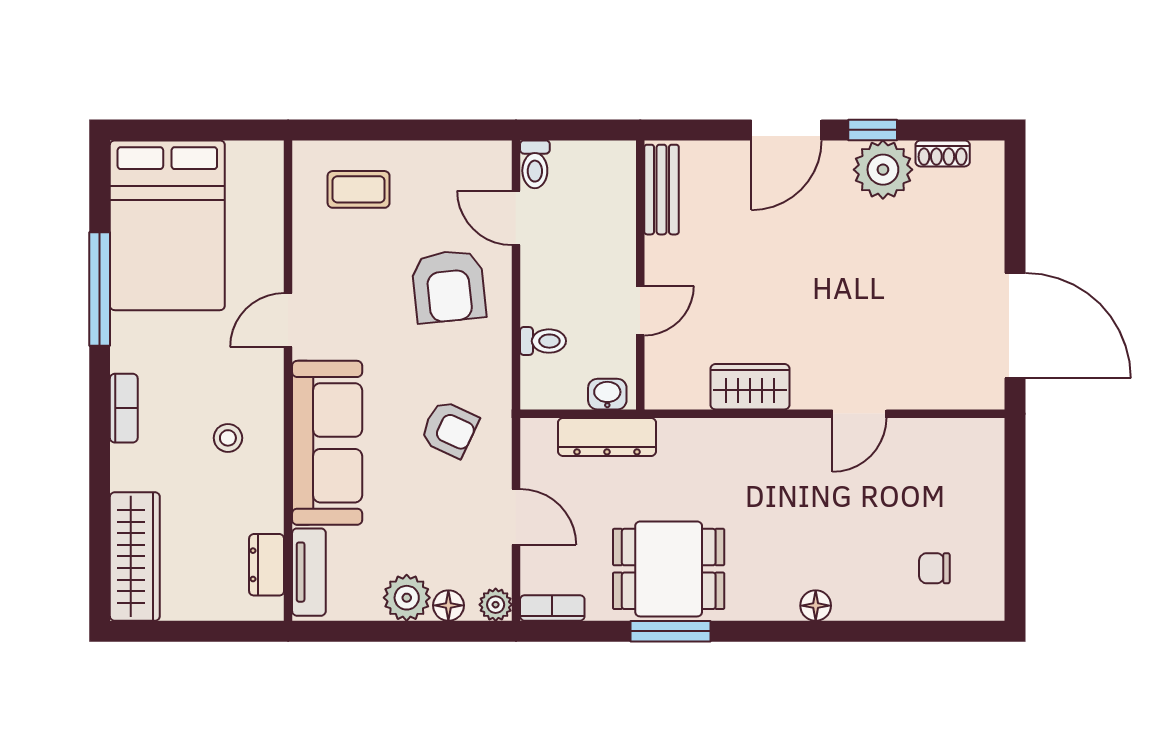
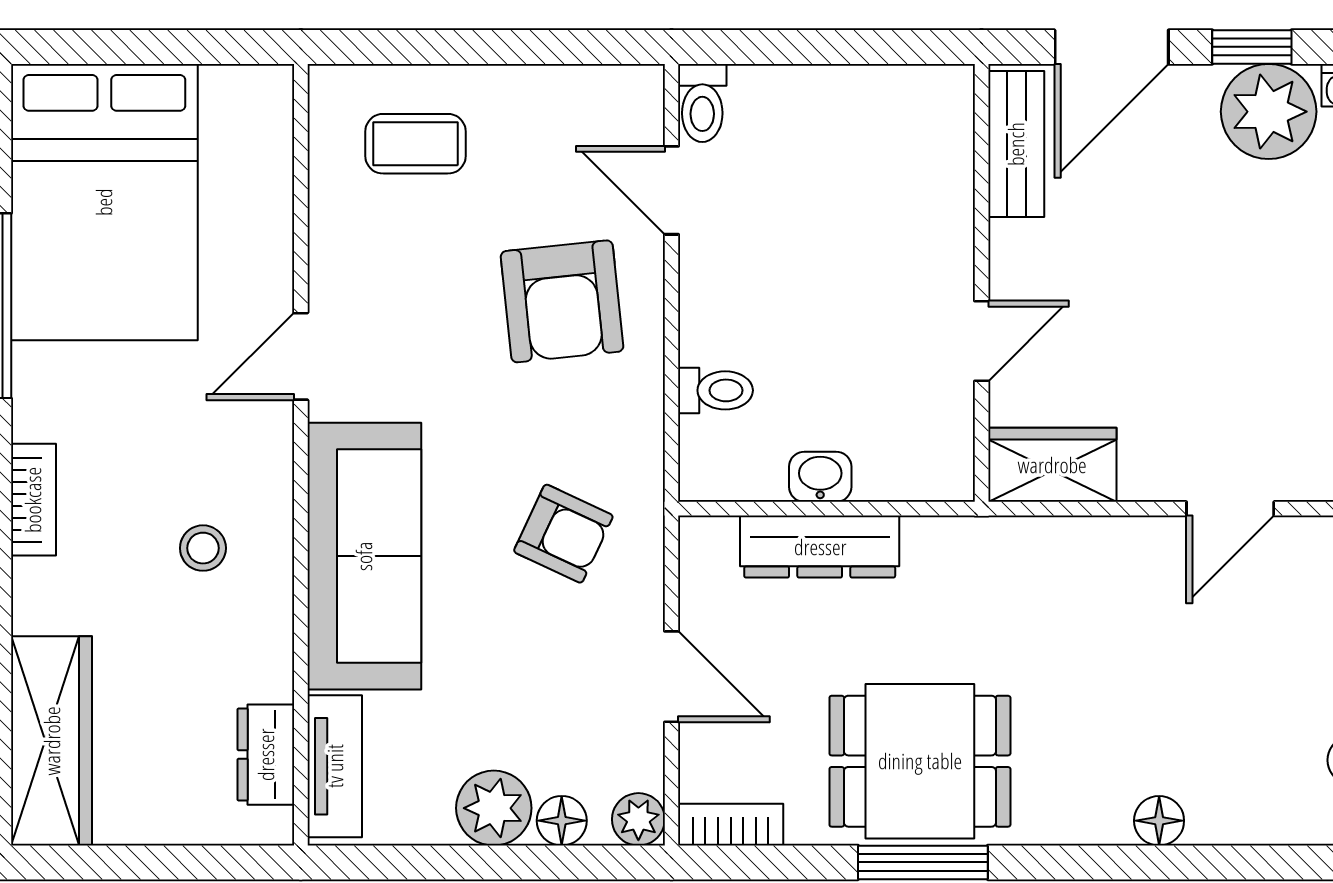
bench: (662, 190) -> (1016, 144), moved
wall: (640, 275) -> (982, 283), moved
door: (640, 311) -> (982, 341), moved

